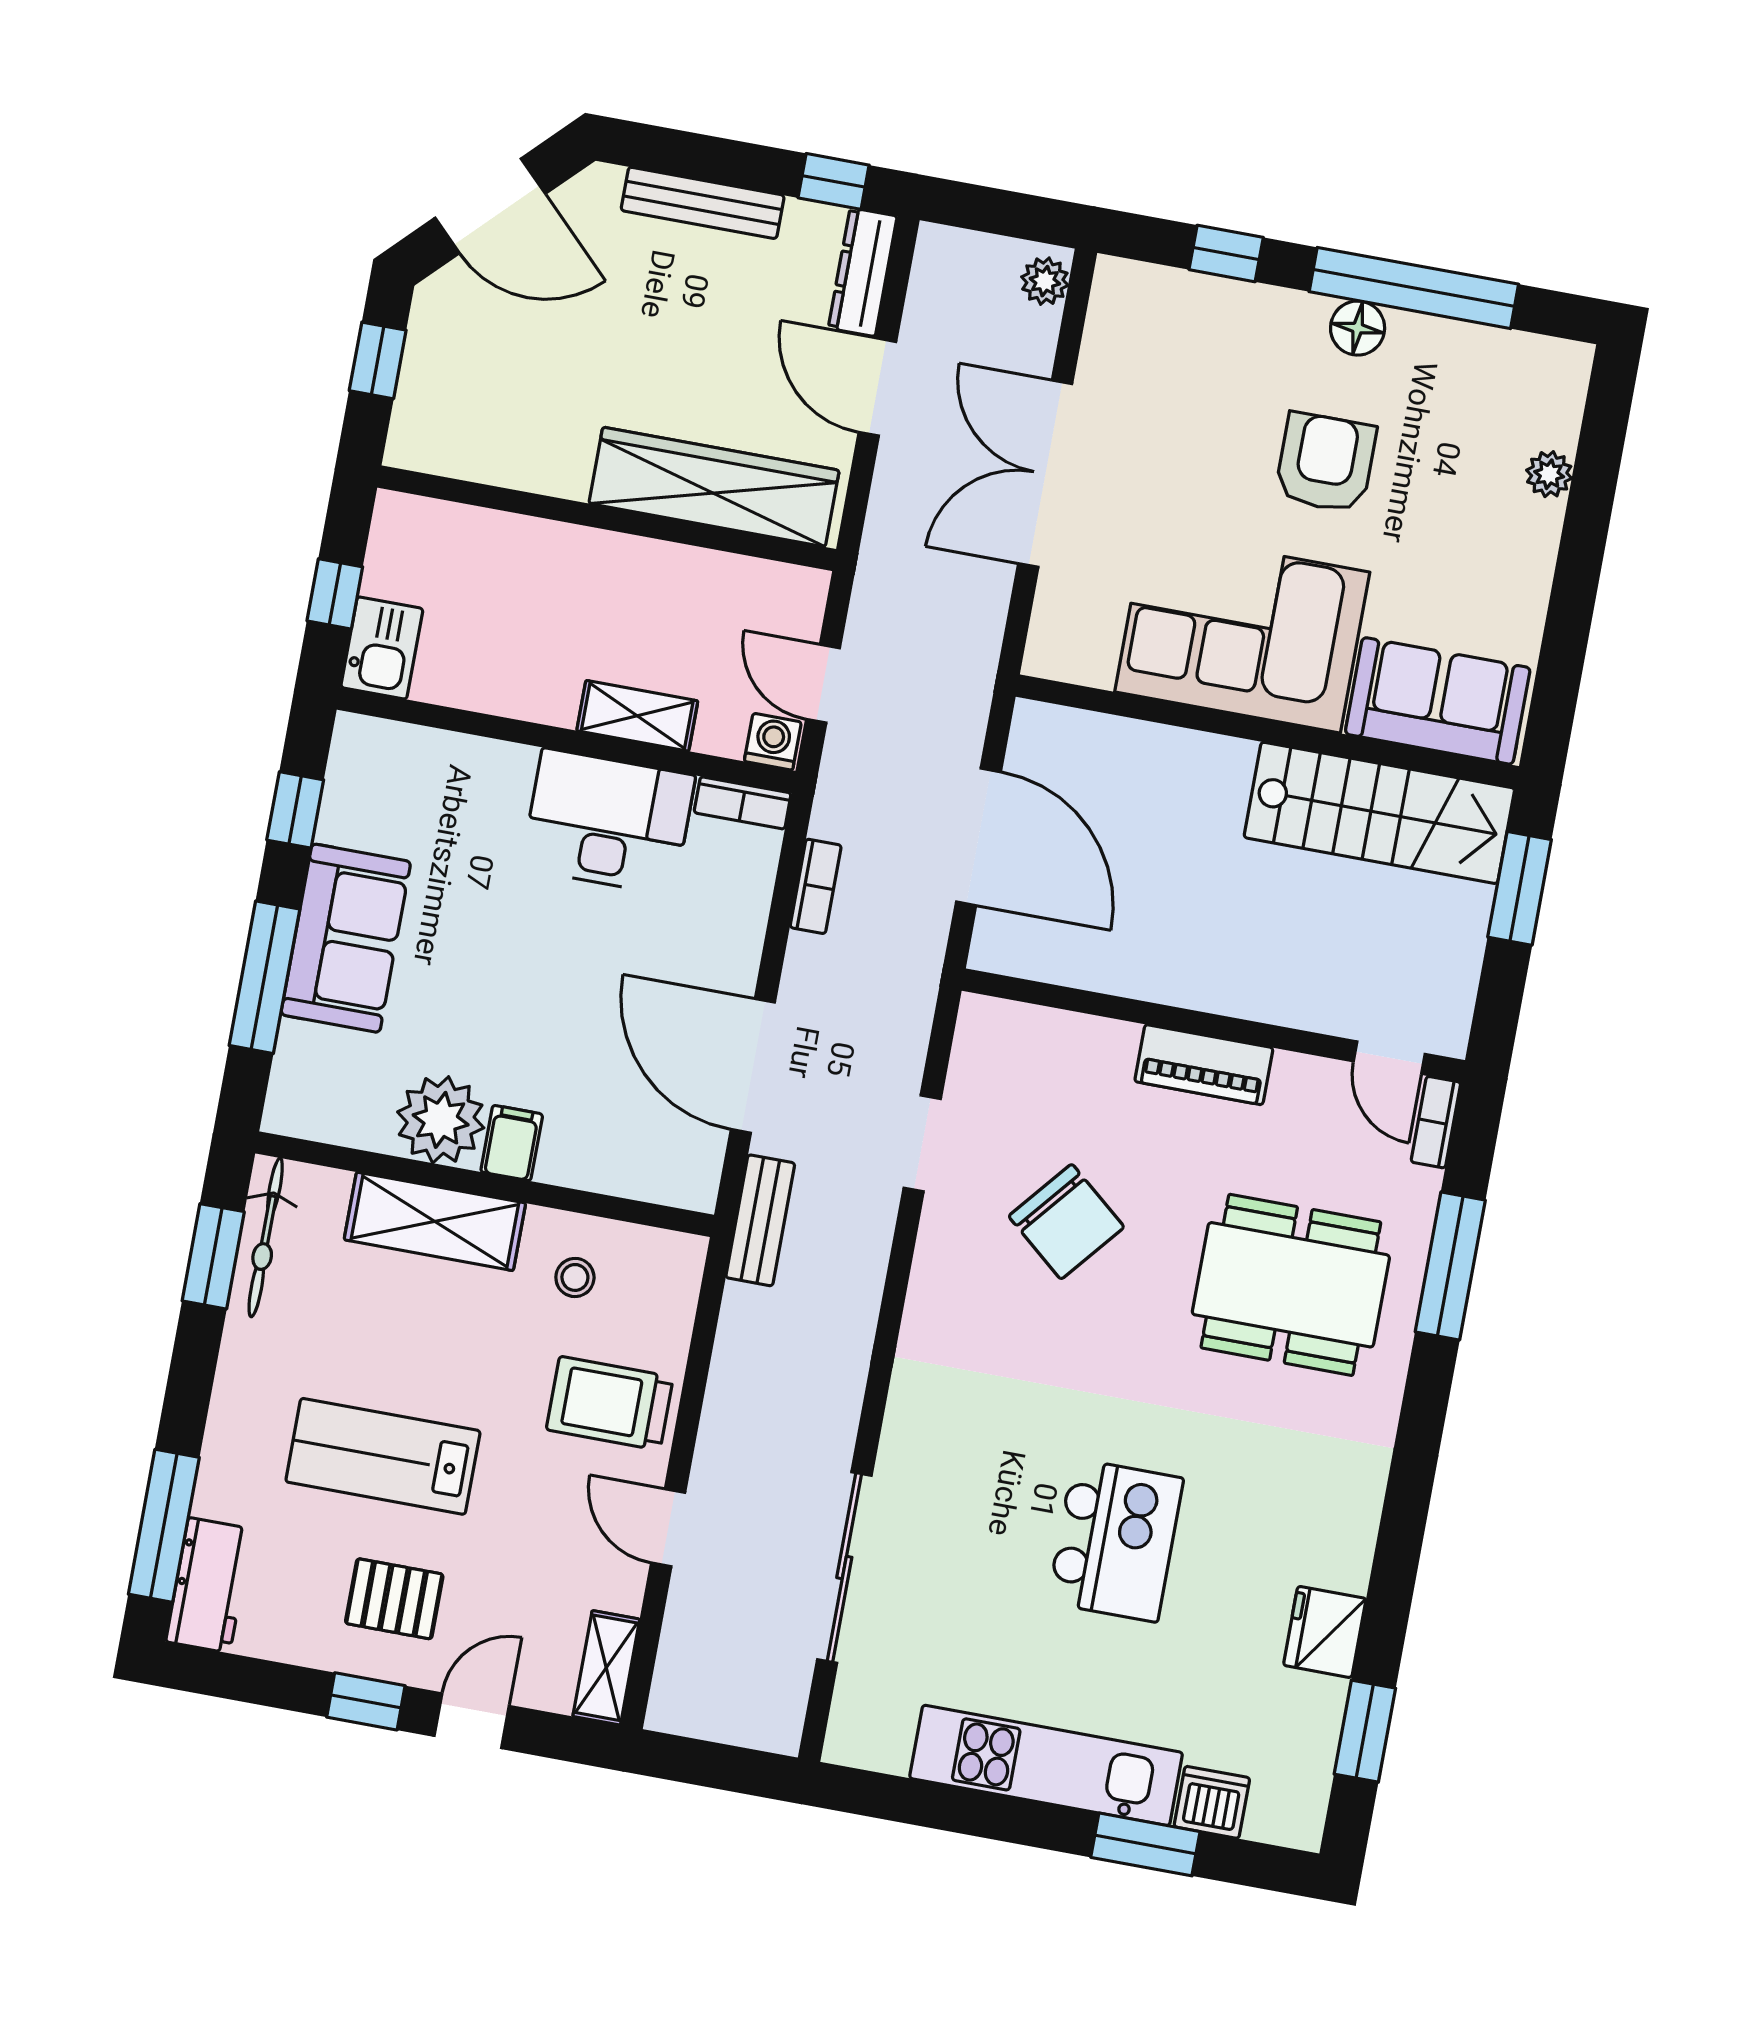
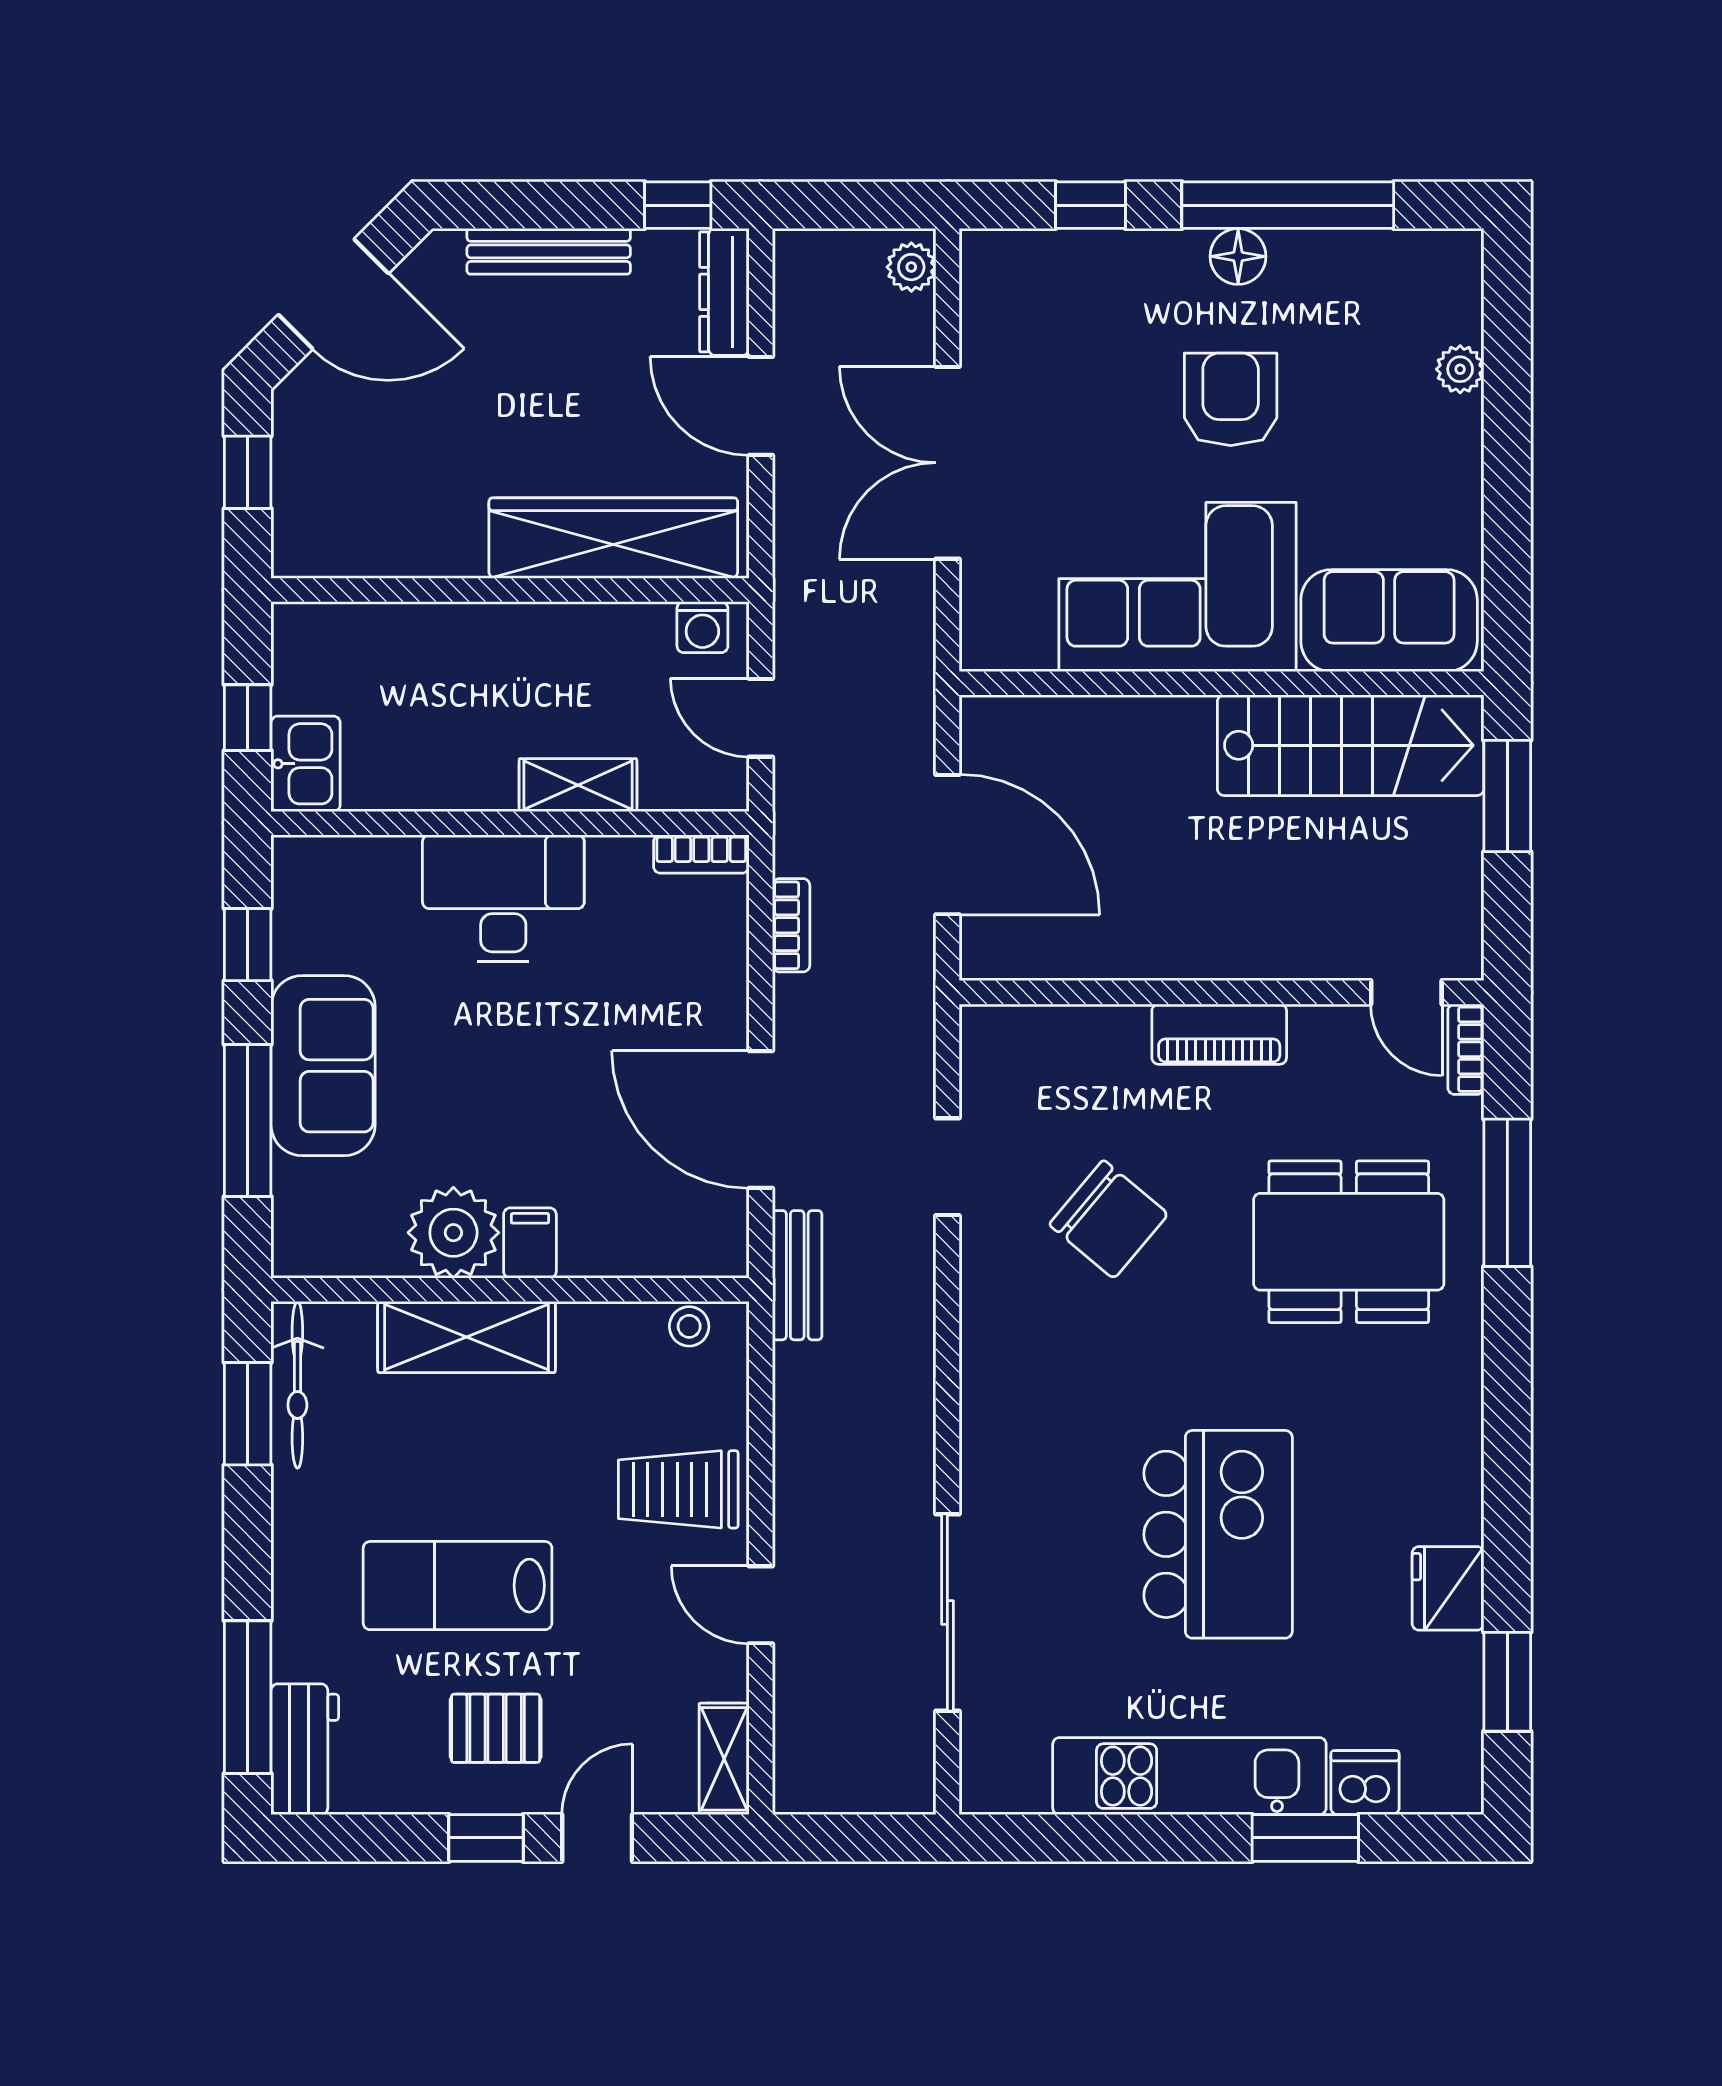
washing machine: (773, 742) -> (702, 627), moved, turned 180
desk: (608, 822) -> (503, 898), moved
stool: (575, 1277) -> (689, 1326), moved
kitchen island: (1115, 1540) -> (1218, 1534), width x1.37, depth x1.28

